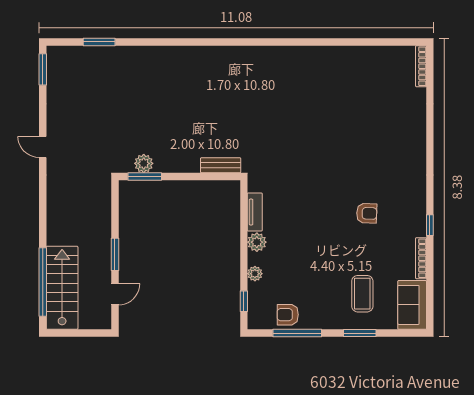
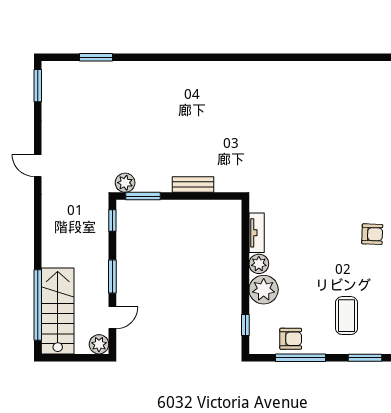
plant: (144, 163) -> (125, 183), moved
bench: (221, 165) -> (193, 185), moved
window: (115, 200) -> (112, 221), added
plant: (255, 274) -> (264, 290), width x1.88, depth x1.88
coffee table: (362, 294) -> (346, 316), moved
armchair: (288, 315) -> (291, 339), turned 180
plant: (102, 320) -> (99, 344), added

